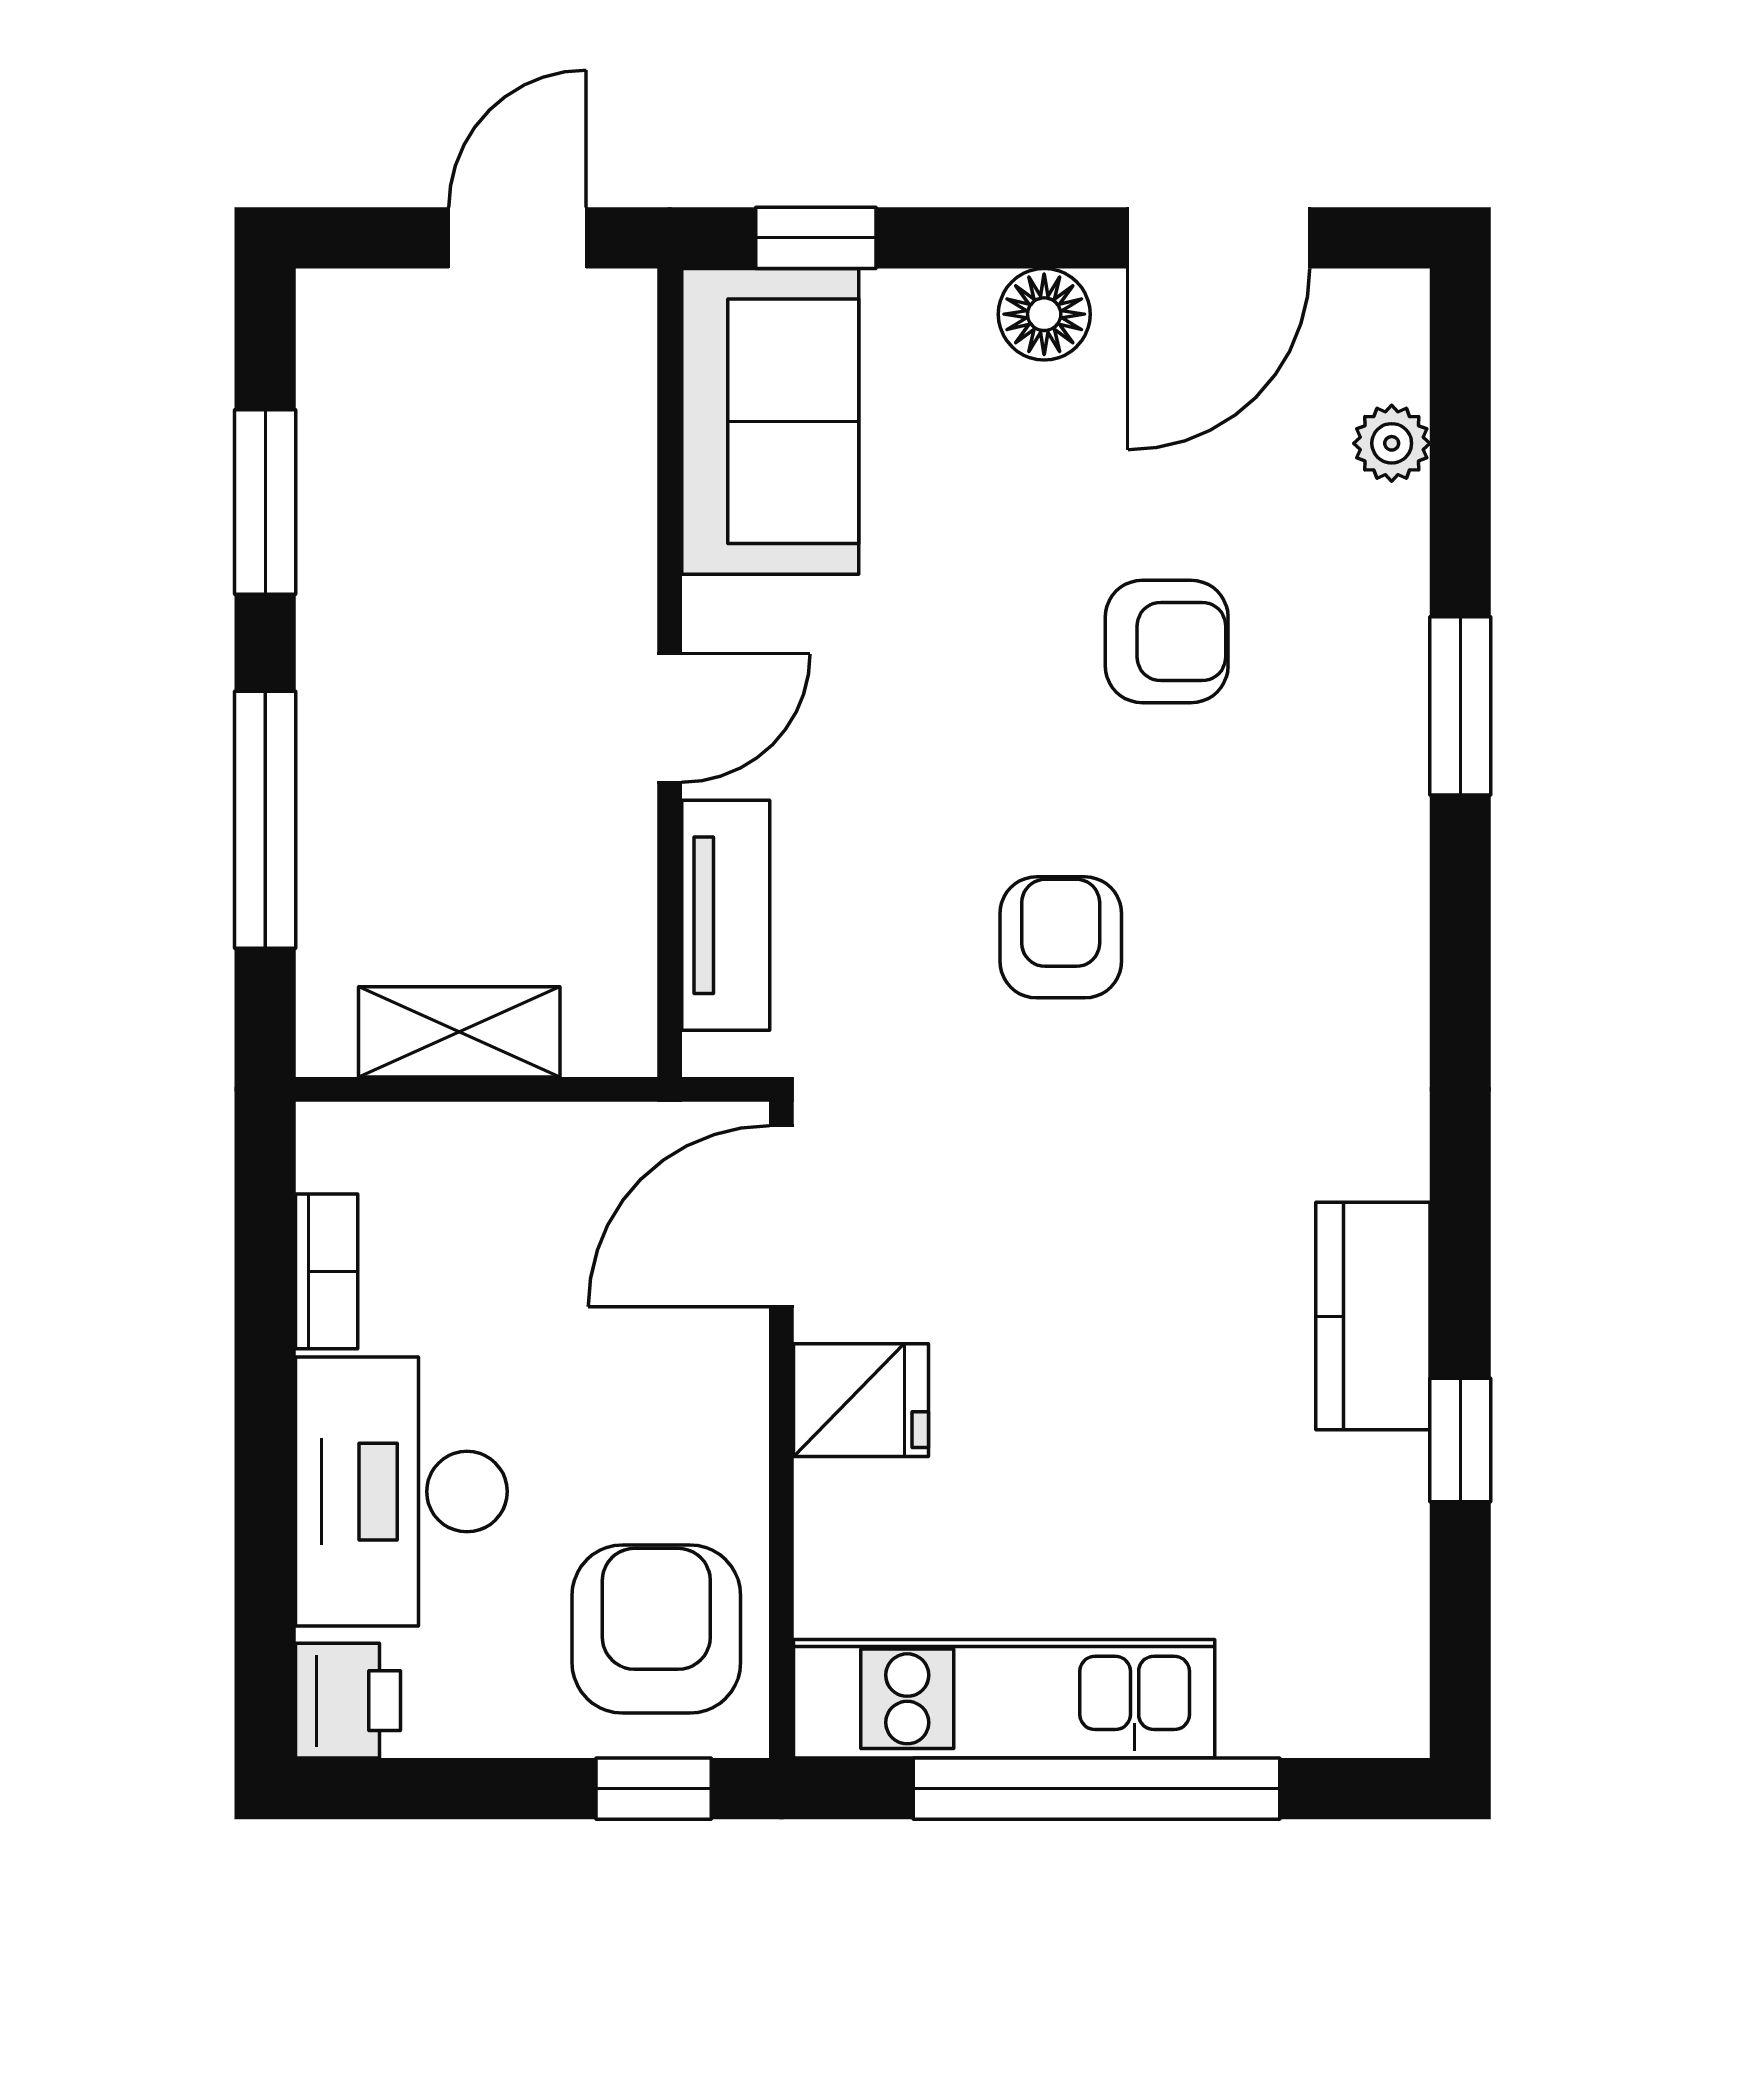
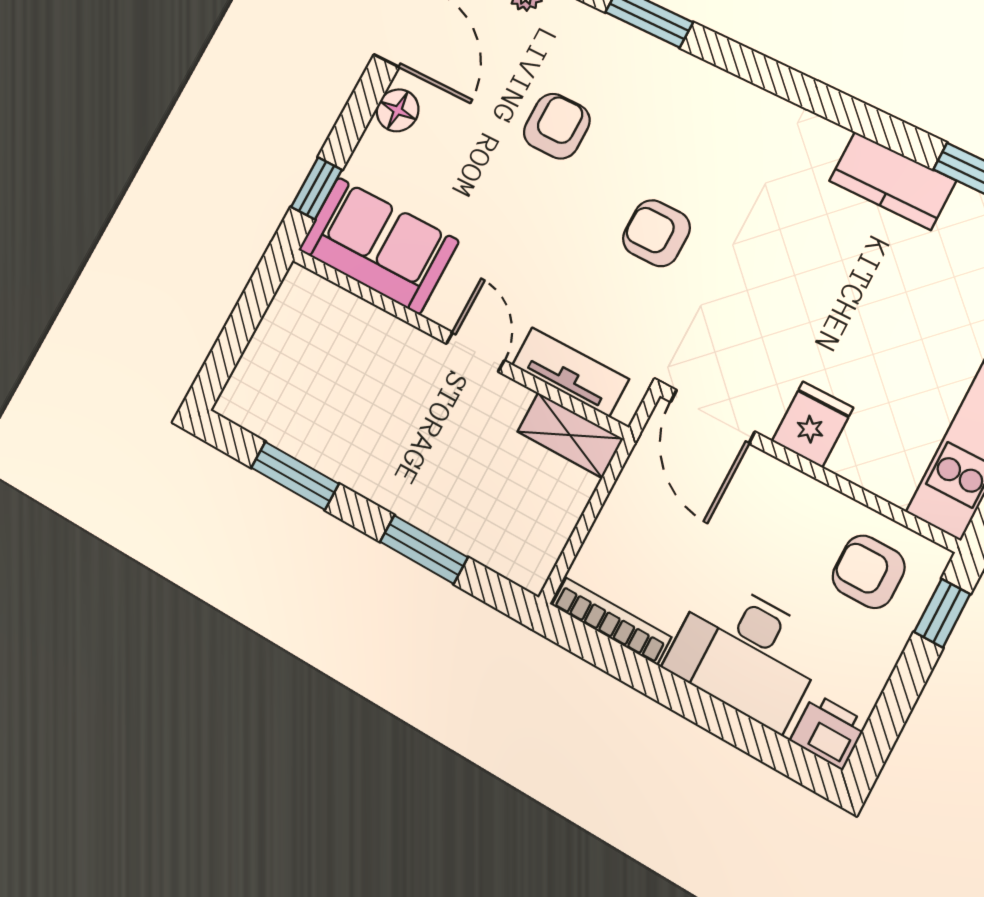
door: (518, 238) -> (249, 311), removed
window: (265, 820) -> (424, 549), width x0.69
shelving: (459, 1032) -> (570, 435), moved, turned 90
bookcase: (327, 1271) -> (611, 621), width x1.56
armchair: (656, 1629) -> (869, 572), width x0.72, depth x0.72

